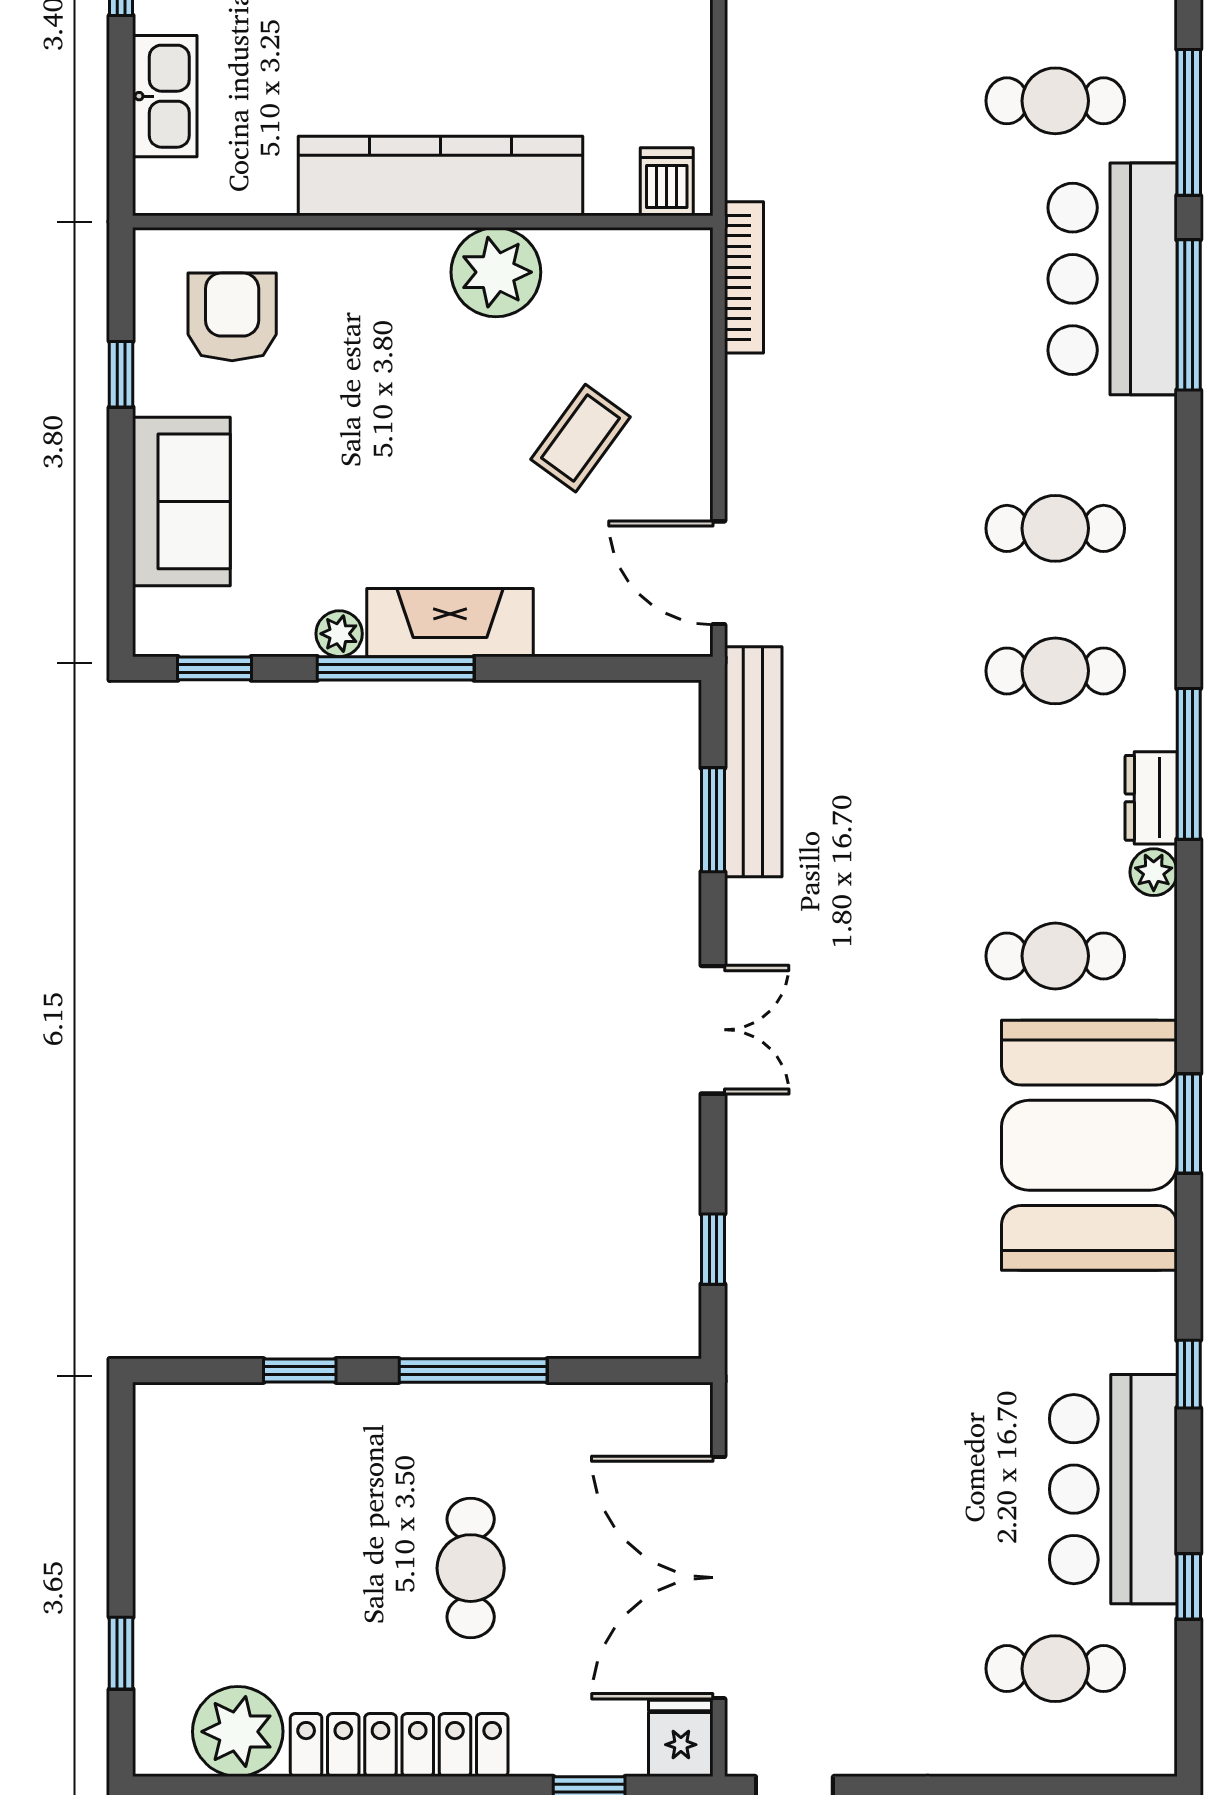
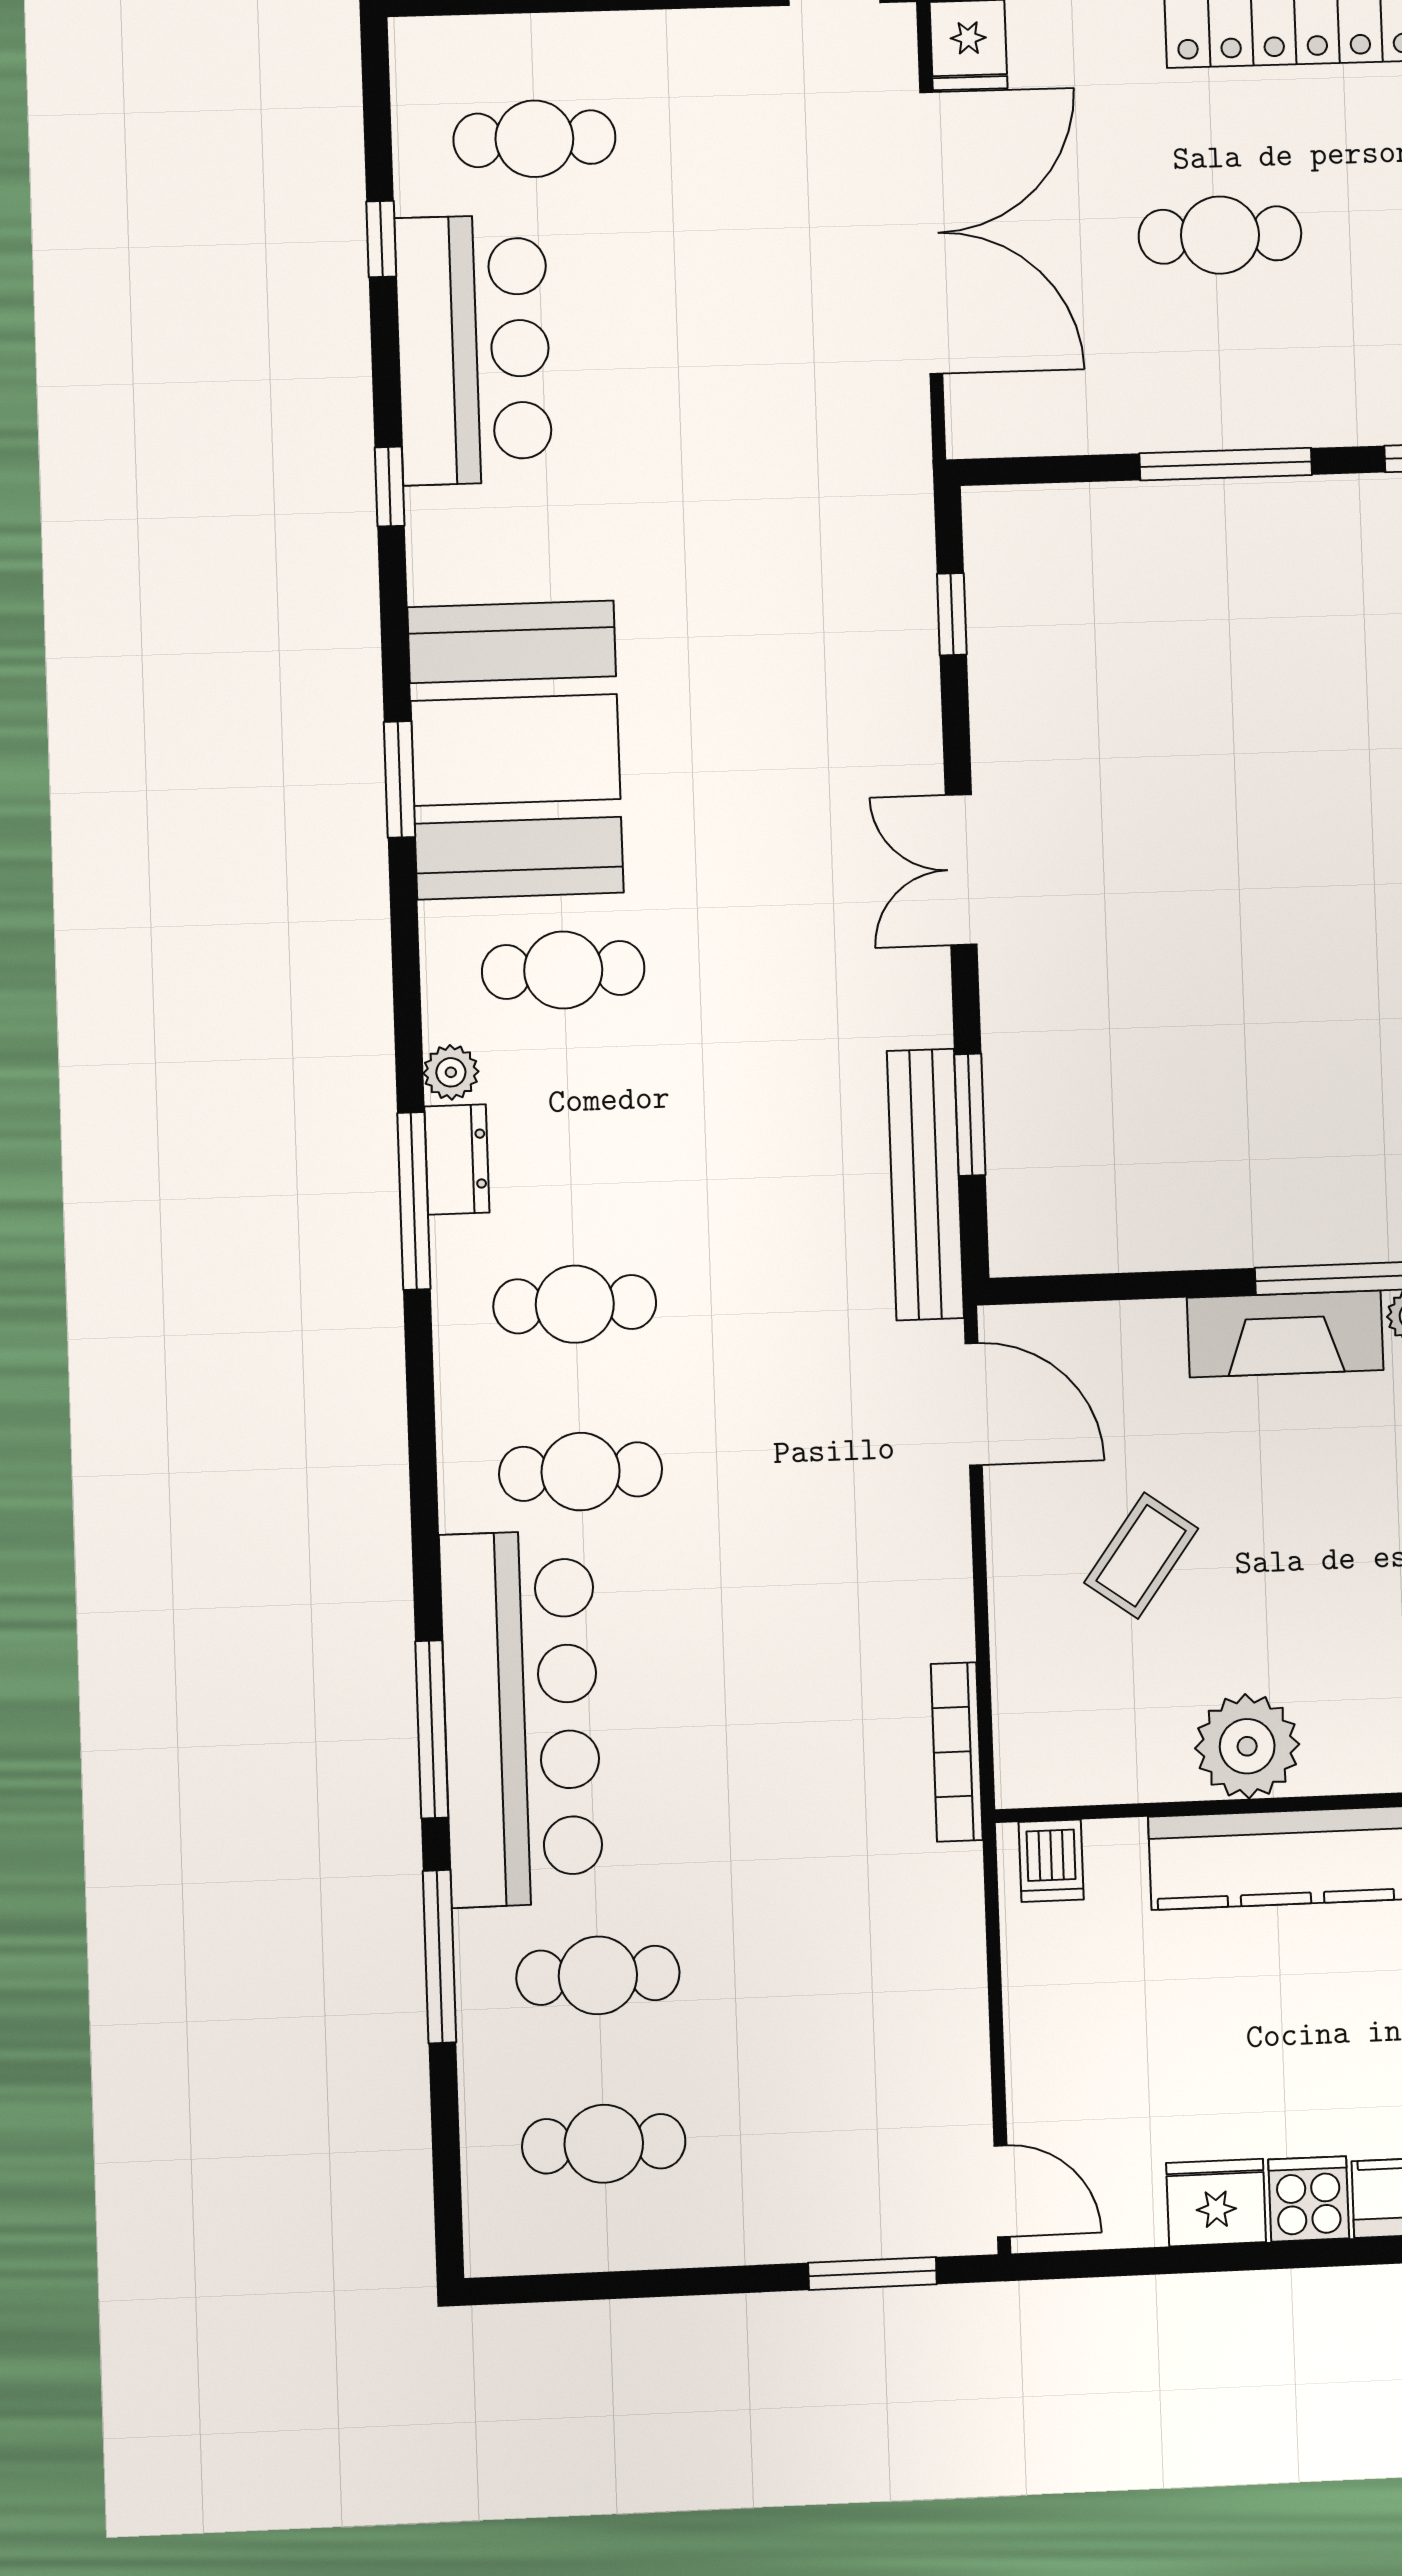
bar counter: (1113, 279) -> (521, 1718), width x1.36
cafe table: (471, 1568) -> (1220, 235), turned 90

